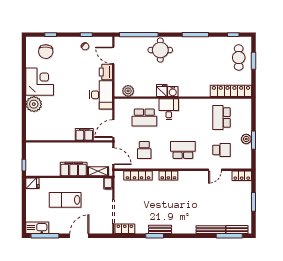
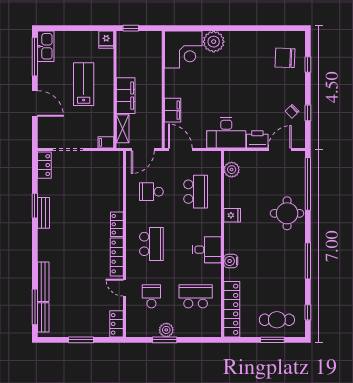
corner desk: (40, 82) -> (183, 50), moved
water cooler: (173, 92) -> (231, 261), moved
desk: (169, 109) -> (207, 250), moved
school desk: (144, 117) -> (196, 192), turned 180
school desk: (221, 150) -> (151, 296), turned 180
locker: (138, 175) -> (117, 257), moved

